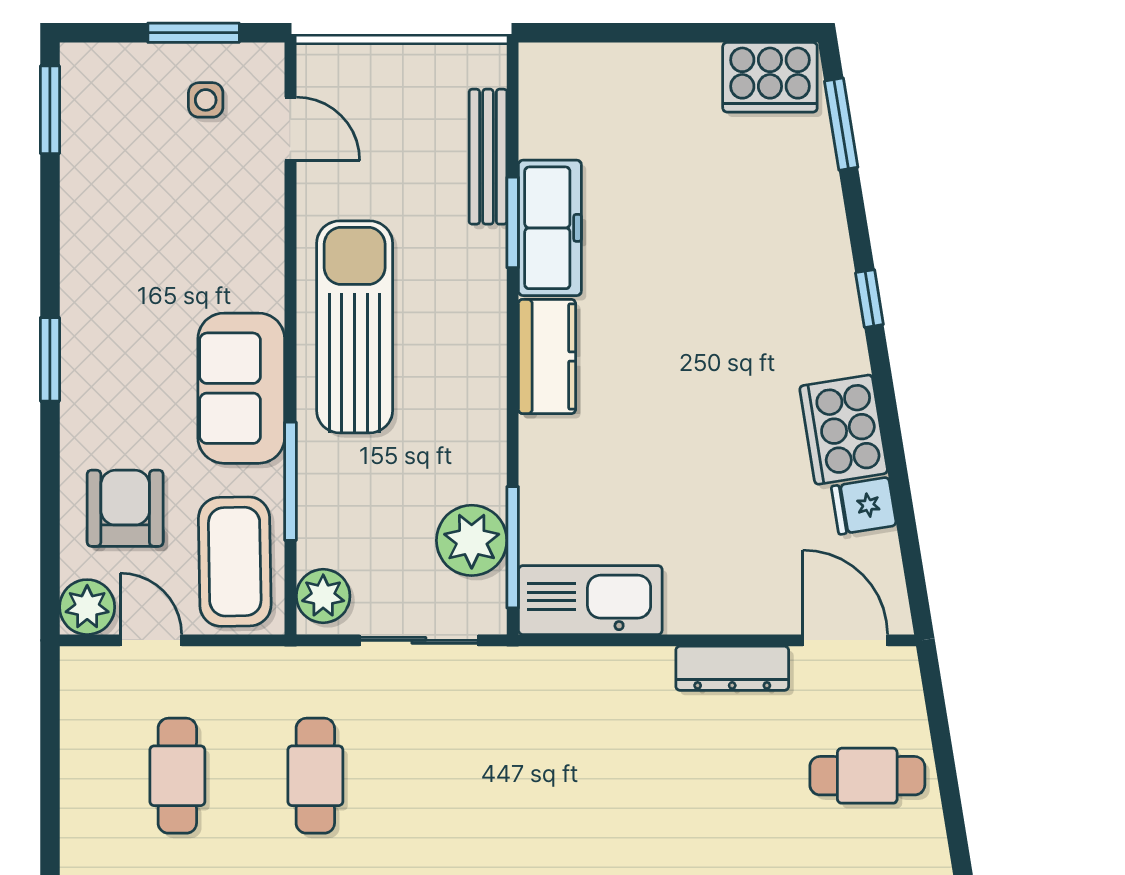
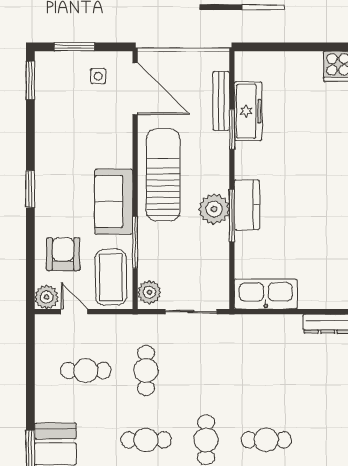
window: (194, 33) -> (74, 47), moved
door: (290, 129) -> (135, 89), width x1.87
freezer: (550, 228) -> (248, 111), moved
kitchen counter: (547, 356) -> (247, 205), moved
plant: (472, 540) -> (214, 209), moved
window: (513, 547) -> (232, 215), moved
cafe table: (177, 776) -> (86, 371), turned 90

